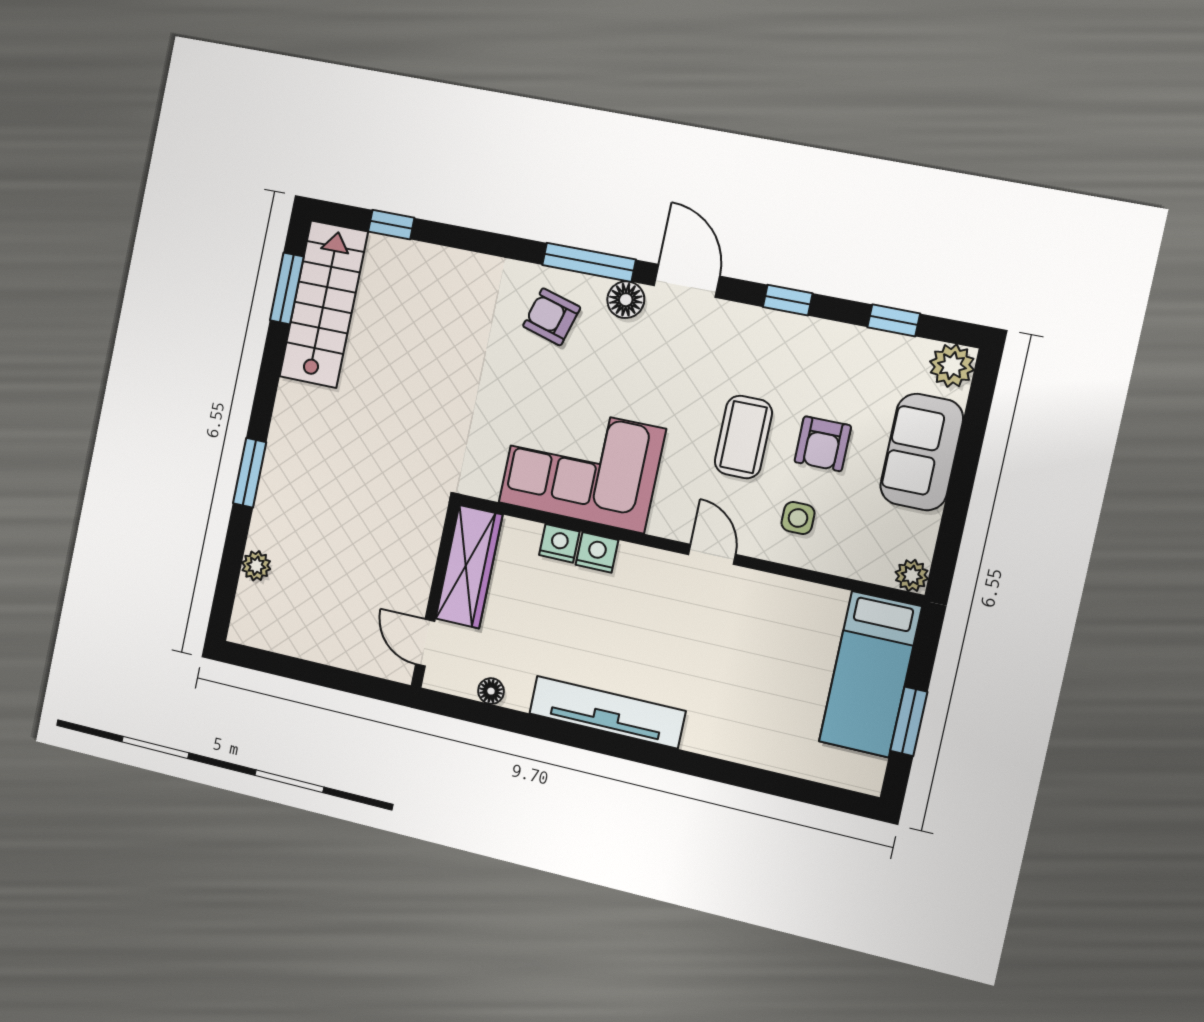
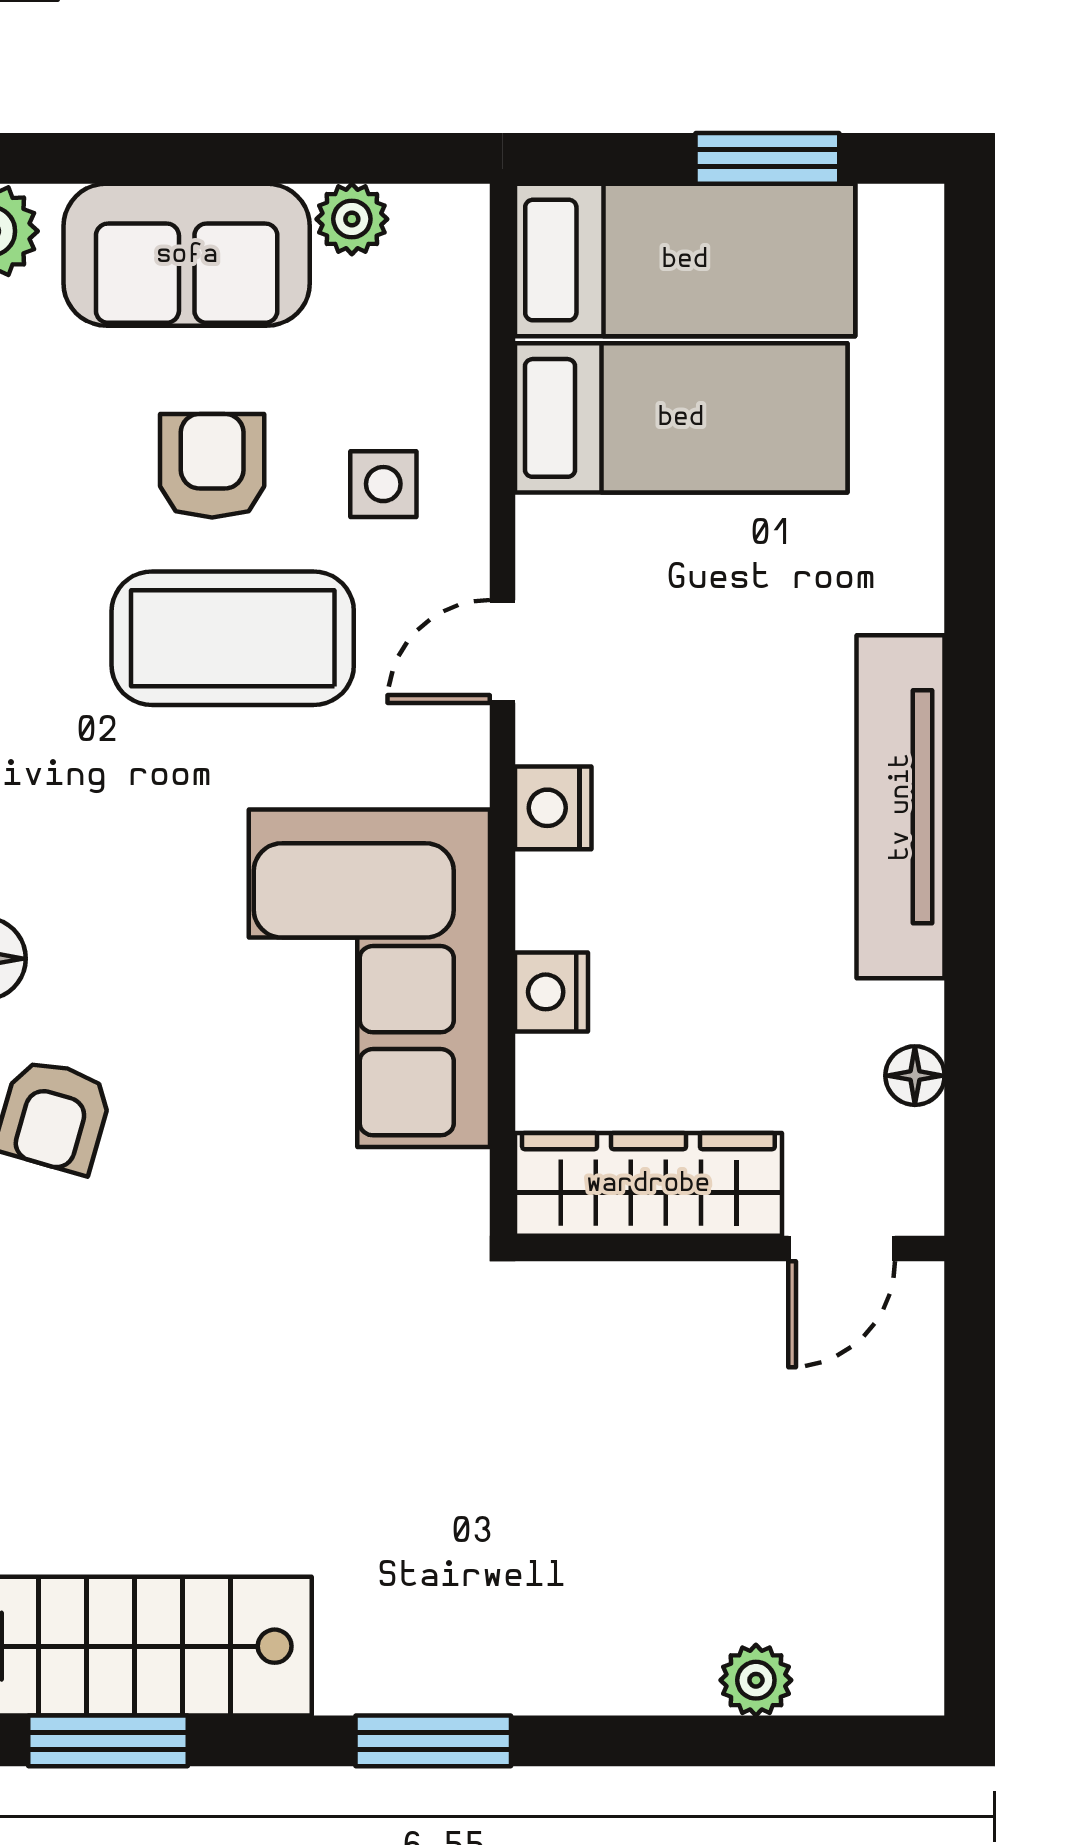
coffee table: (743, 437) -> (233, 638), width x1.36, depth x1.32
armchair: (823, 444) -> (212, 466), turned -90
window: (250, 473) -> (433, 1741), moved
nightstand: (597, 552) -> (553, 808), moved
plant: (912, 575) -> (352, 219), moved
bed: (799, 656) -> (681, 418), added

